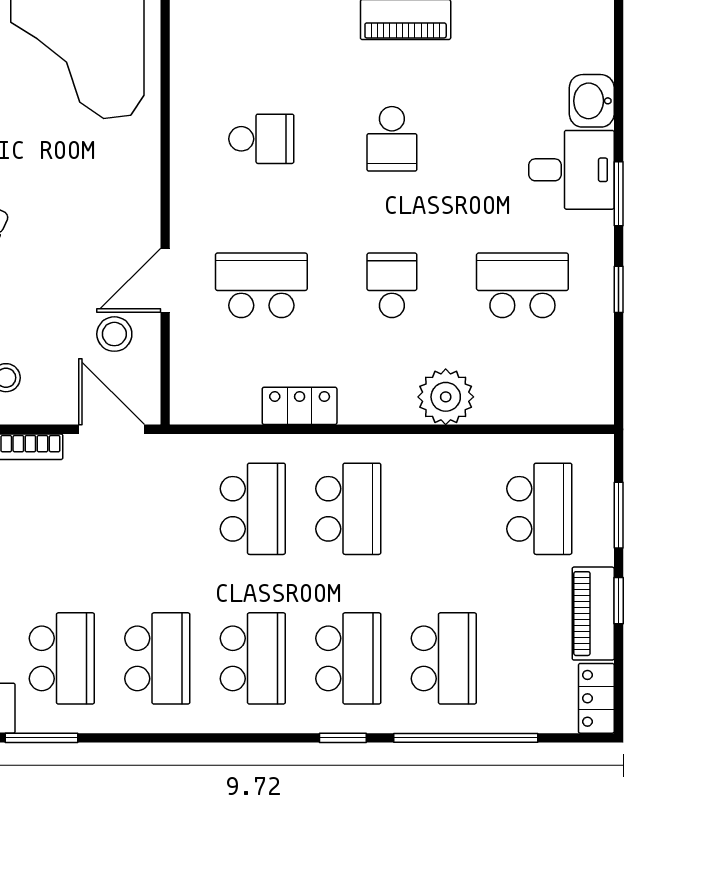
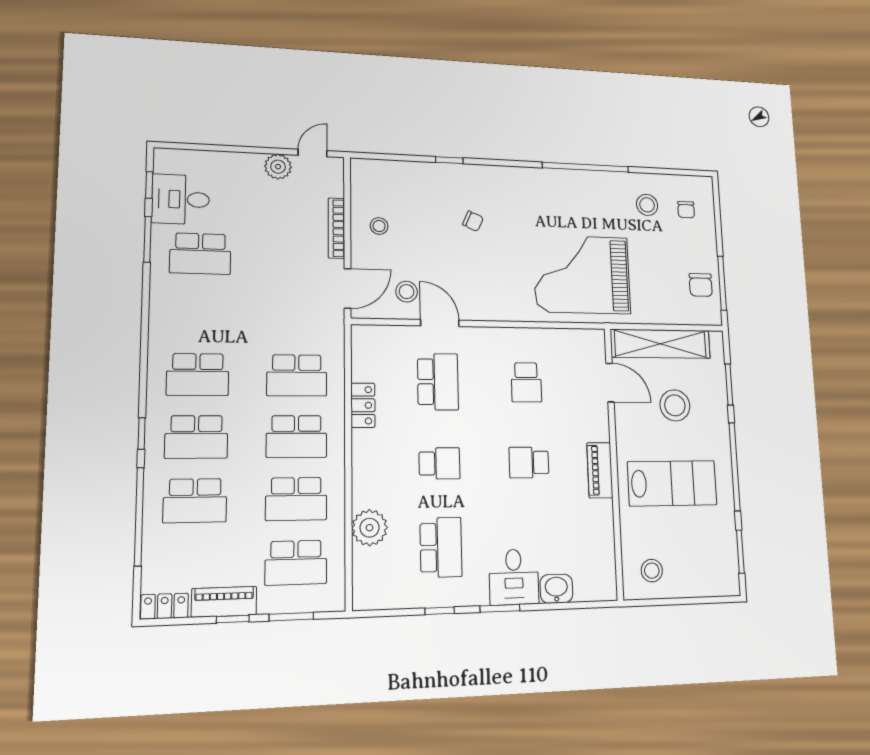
plant: (446, 397) -> (370, 528), moved
school desk: (157, 658) -> (296, 499), moved

